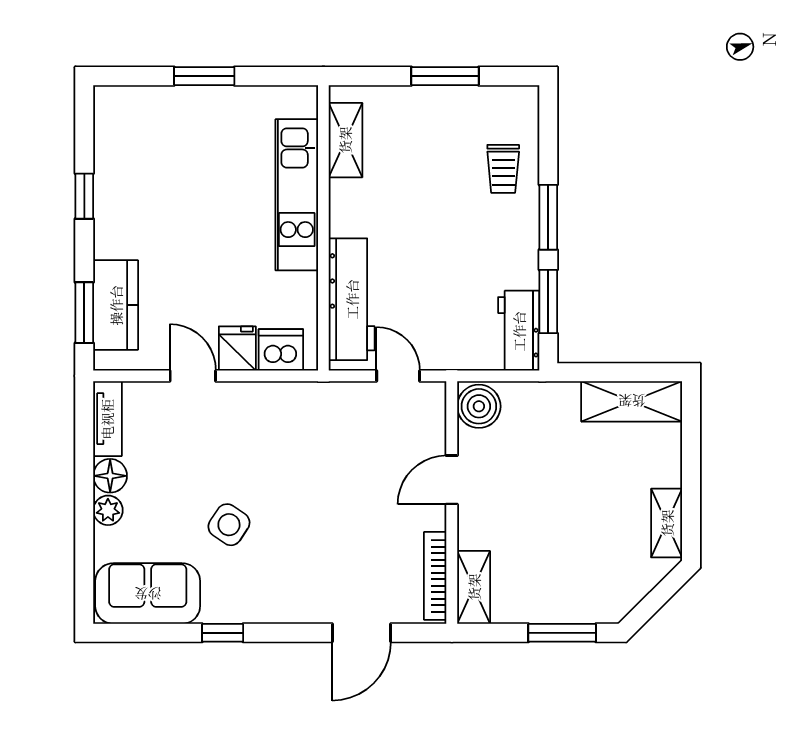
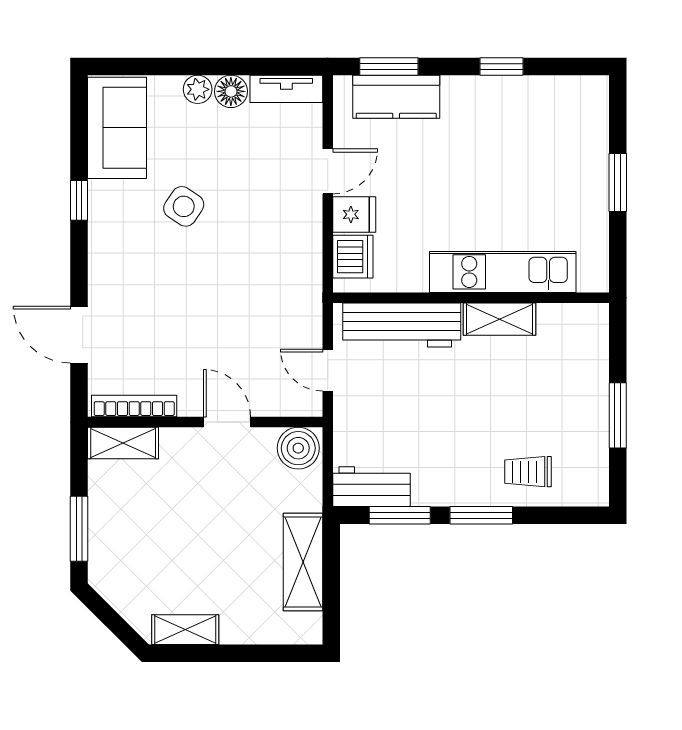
shelving: (345, 140) -> (500, 319), moved
door: (398, 376) -> (328, 370), swing flipped
shelving: (632, 401) -> (303, 562), moved

